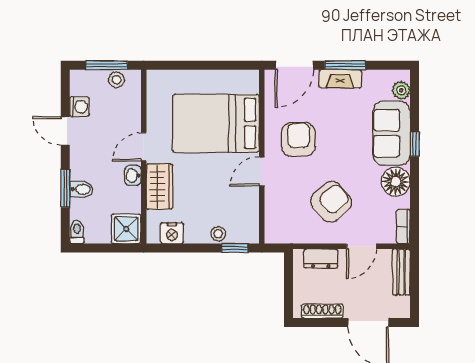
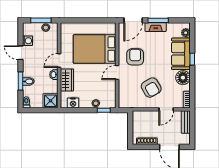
armchair: (331, 202) -> (151, 88), turned 101
dresser: (321, 259) -> (146, 115), removed

